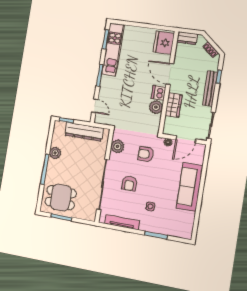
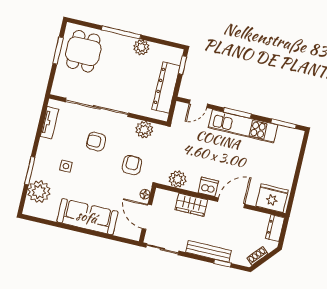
kitchen unit: (113, 50) -> (243, 126), moved
plant: (156, 107) -> (178, 179), moved
tv unit: (122, 222) -> (49, 123), width x0.71
plant: (172, 227) -> (39, 192), added

